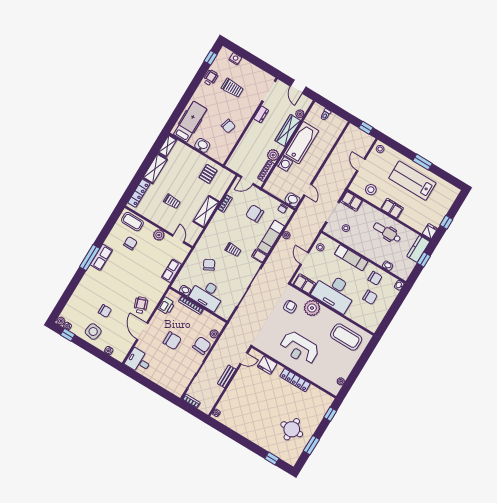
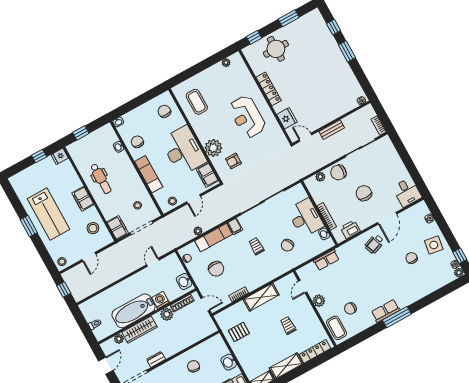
washbasin: (292, 200) -> (184, 281), moved
kitchen counter: (418, 249) -> (80, 146), removed
chair: (370, 297) -> (164, 111), moved
coffee table: (346, 337) -> (197, 102), width x0.73, depth x0.76
reception desk: (299, 348) -> (247, 117), turned 180
round table: (292, 429) -> (276, 49), moved
window: (250, 445) -> (347, 51), added

